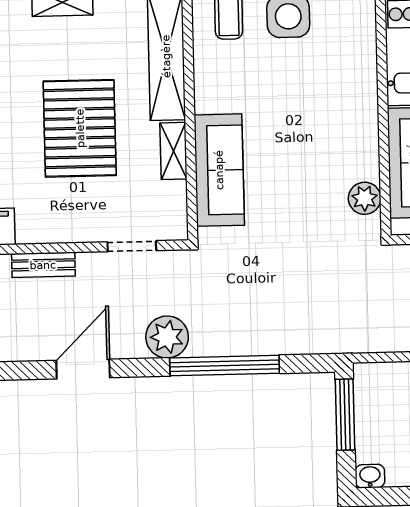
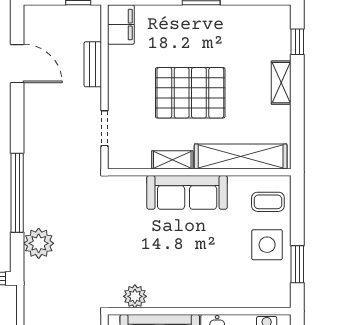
sofa: (219, 170) -> (187, 192), moved
plant: (167, 337) -> (39, 243), moved
door: (83, 369) -> (17, 64), moved

